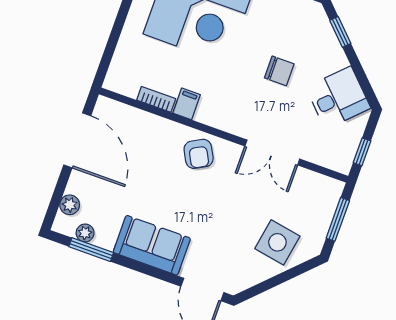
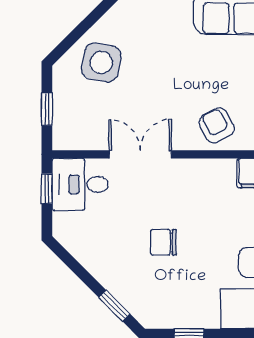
desk: (338, 98) -> (80, 184), moved, turned 45
window: (338, 219) -> (47, 109), width x0.67

